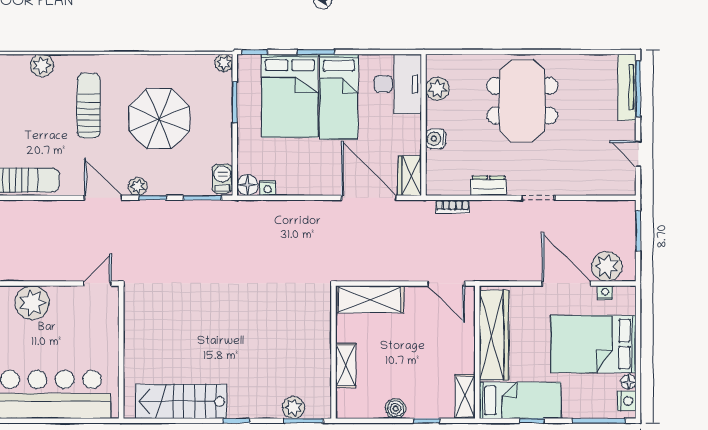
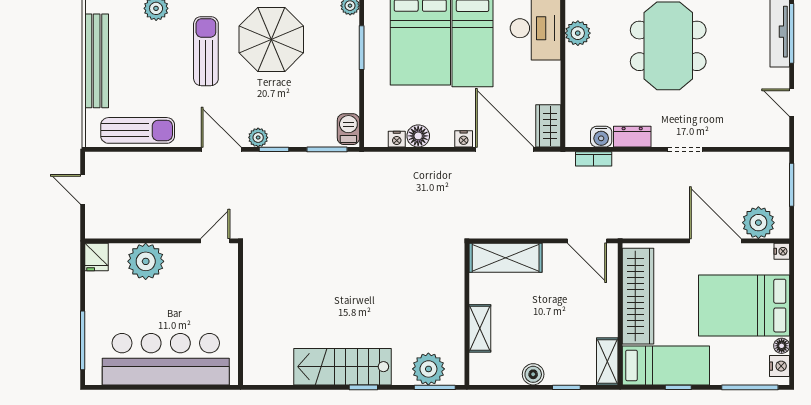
parasol: (159, 119) -> (271, 39), moved
water cooler: (436, 139) -> (601, 137), moved, turned -90
floor lamp: (248, 185) -> (418, 136), moved
nightstand: (330, 188) -> (464, 139), added
nightstand: (605, 293) -> (782, 251), moved, turned 90
stairs: (181, 401) -> (343, 367), moved
plant: (293, 408) -> (428, 369), width x1.36, depth x1.36

